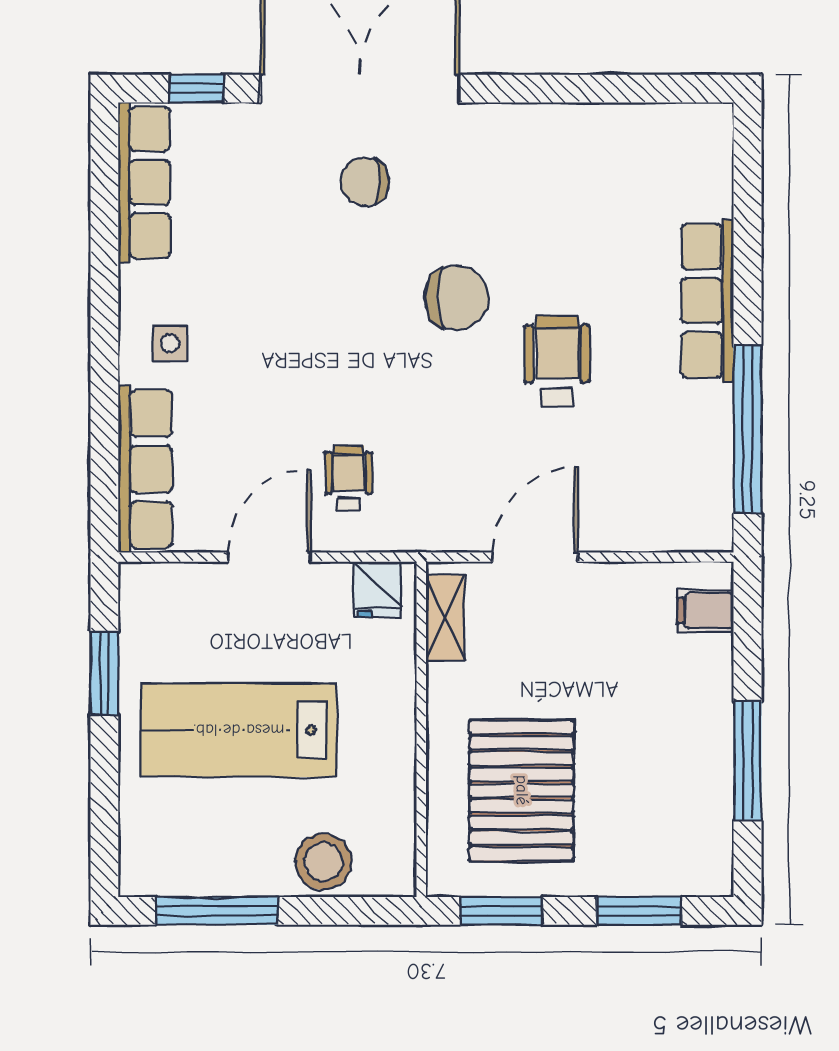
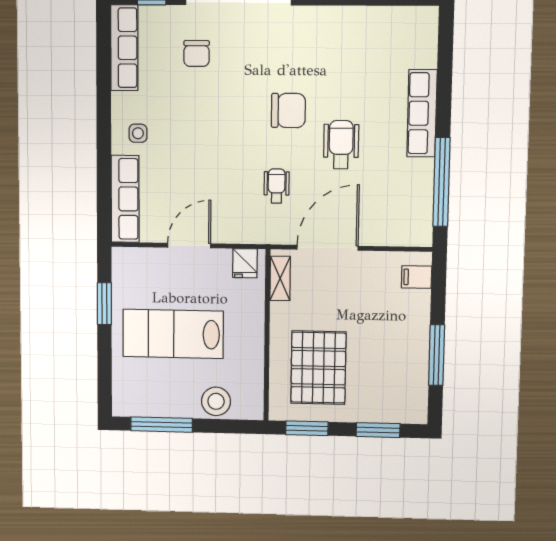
chair: (365, 182) -> (197, 53), moved, turned -90
wheelchair: (349, 478) -> (277, 186), moved
door: (535, 557) -> (328, 248), width x1.36

